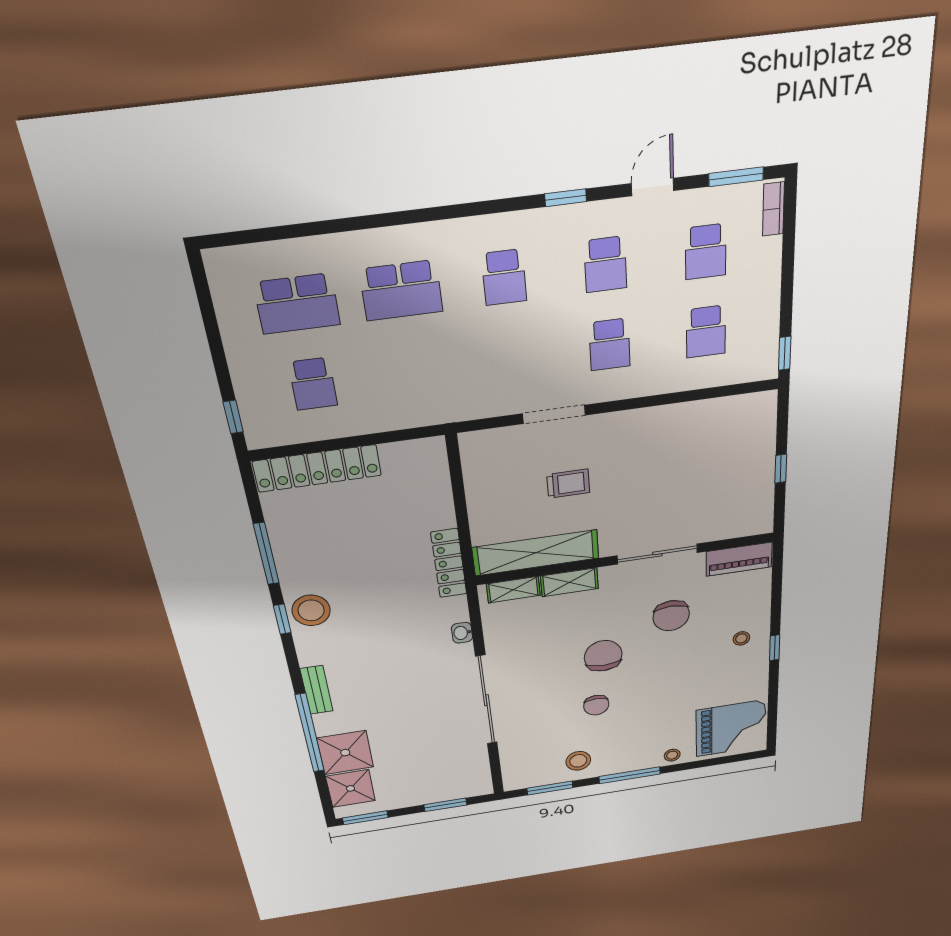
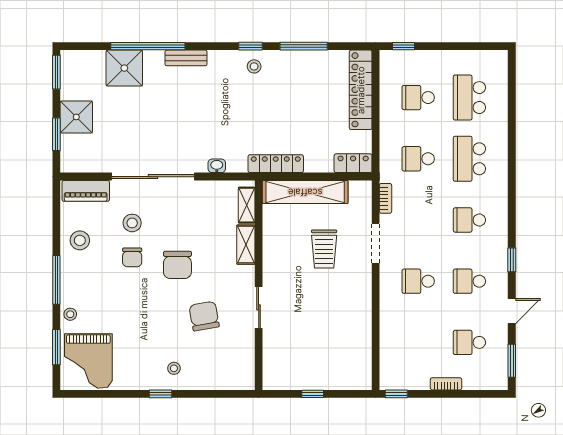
door: (653, 187) -> (512, 311), hinge flipped
bookcase: (773, 209) -> (446, 384), moved
school desk: (706, 332) -> (418, 159), moved
bookcase: (483, 410) -> (385, 198), added
locker: (434, 463) -> (353, 163), added
trolley: (568, 484) -> (324, 249), width x1.36, depth x1.39
shelving: (536, 553) -> (305, 192), moved, turned 90
sliding door: (657, 554) -> (259, 307), width x0.73
piano: (739, 559) -> (86, 191), moved, turned -90
stool: (311, 610) -> (254, 66), width x0.53, depth x0.53
chair: (671, 616) -> (204, 316), turned 80
chair: (603, 656) -> (177, 265), turned 90
chair: (596, 705) -> (132, 257), turned -90
stool: (551, 712) -> (132, 223), added
shower: (351, 788) -> (76, 117), moved
window: (550, 788) -> (56, 347), moved

